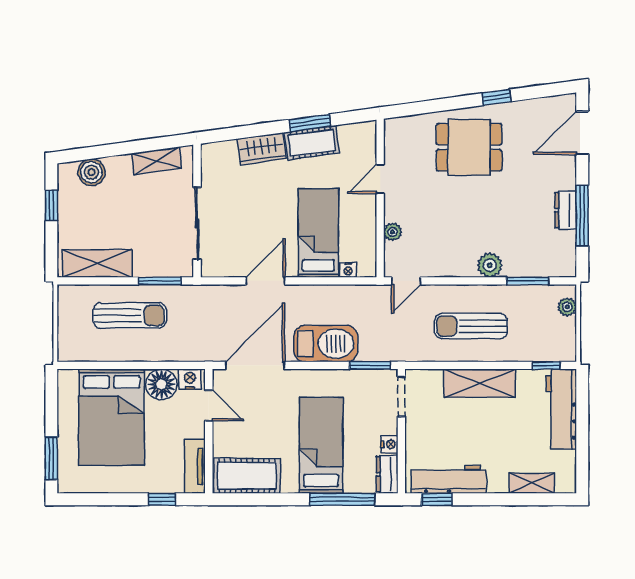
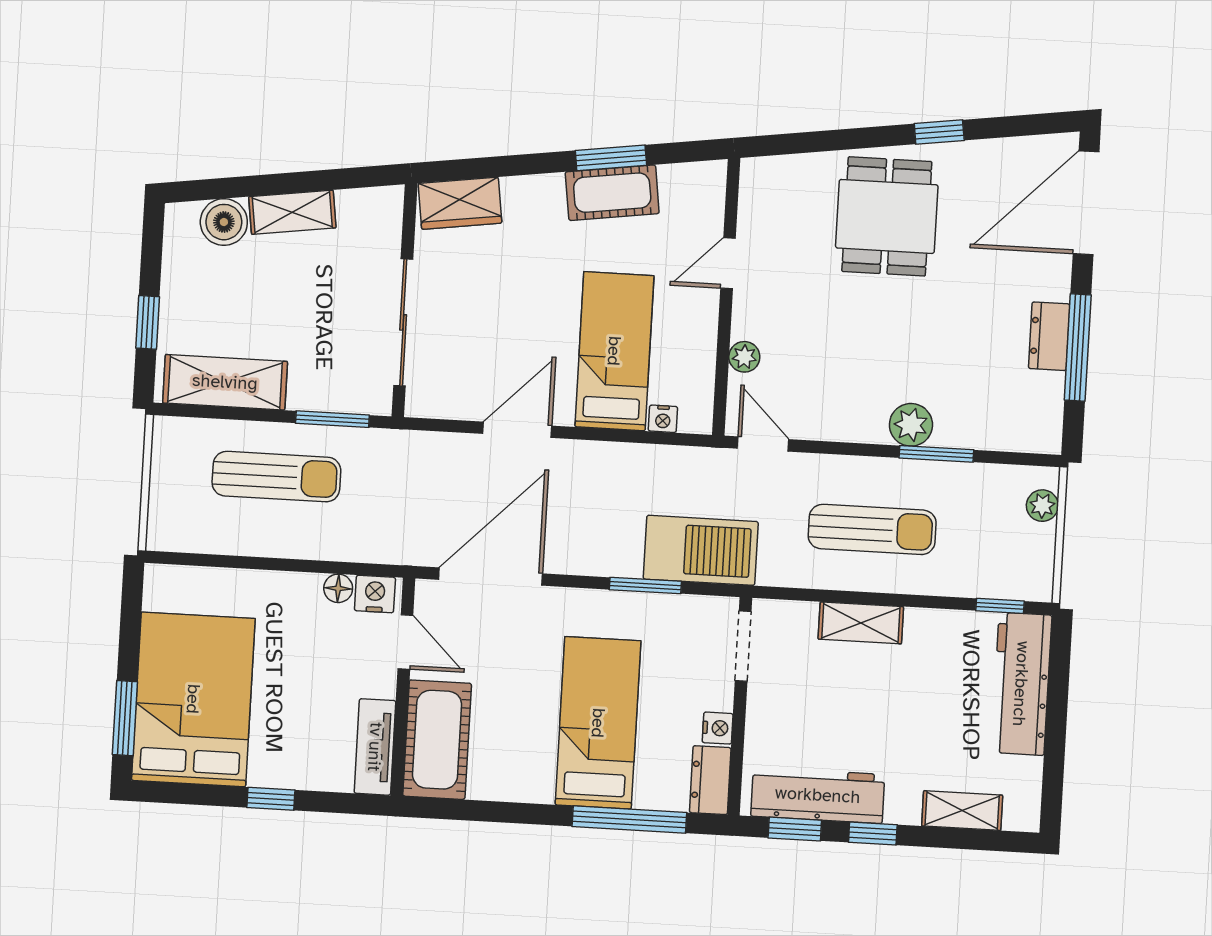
door: (582, 133) -> (1086, 203), width x1.36
dining table: (469, 147) -> (887, 216), turned 90
wardrobe: (262, 149) -> (460, 203), moved
shelving: (157, 161) -> (292, 212), moved
window: (51, 205) -> (148, 322), moved
door: (406, 281) -> (763, 444), swing flipped
window: (528, 281) -> (936, 454), moved
sun lounger: (471, 326) -> (872, 529), turned 180
barbecue: (326, 344) -> (701, 550), moved
window: (370, 365) -> (645, 585), moved
shelving: (480, 383) -> (861, 623), width x0.67, depth x0.75
floor lamp: (161, 384) -> (338, 588), width x0.53, depth x0.53
bed: (112, 417) -> (193, 699), moved, turned 180
cot: (247, 476) -> (437, 740), moved, turned 90
window: (162, 499) -> (271, 799), moved
window: (481, 499) -> (873, 834), added

